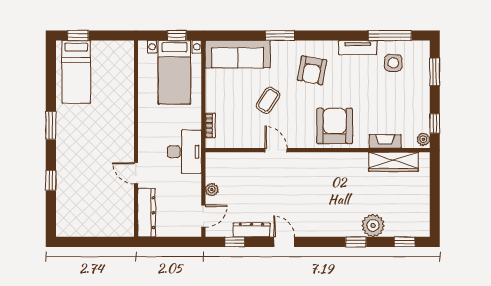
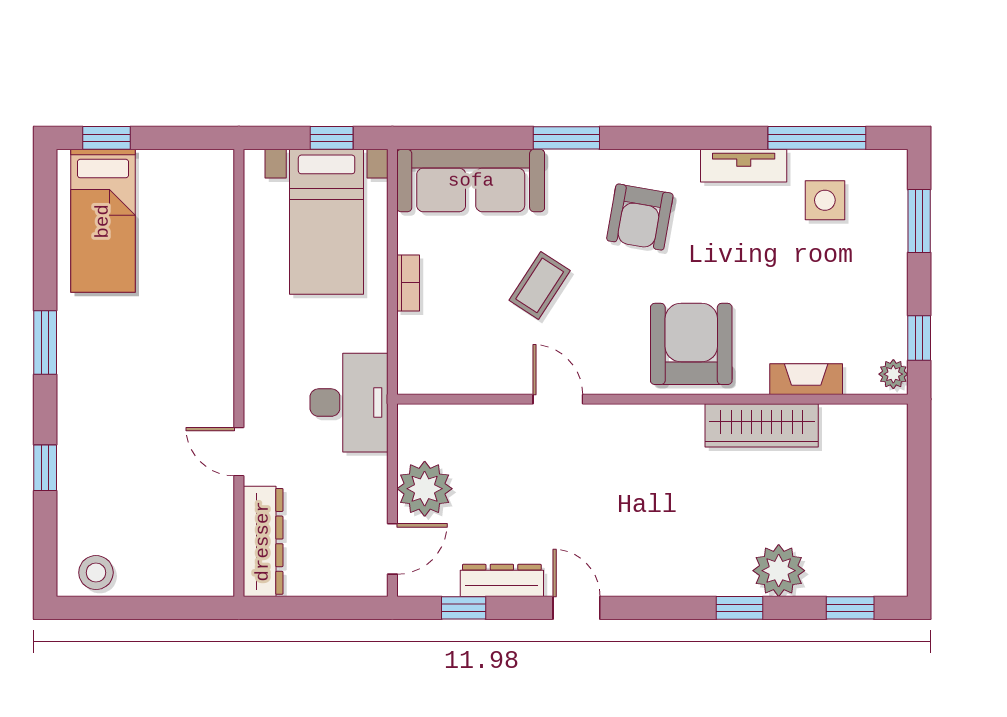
bookcase: (210, 126) -> (408, 283), moved
wardrobe: (393, 162) -> (762, 425), moved
plant: (212, 190) -> (425, 489), width x1.88, depth x1.88
stool: (73, 226) -> (96, 573), added

